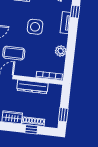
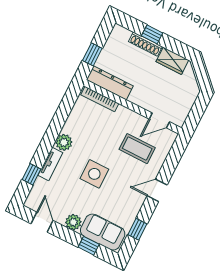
plant: (61, 51) -> (64, 142), moved
dresser: (32, 87) -> (110, 83), moved
window: (63, 115) -> (92, 54), moved

